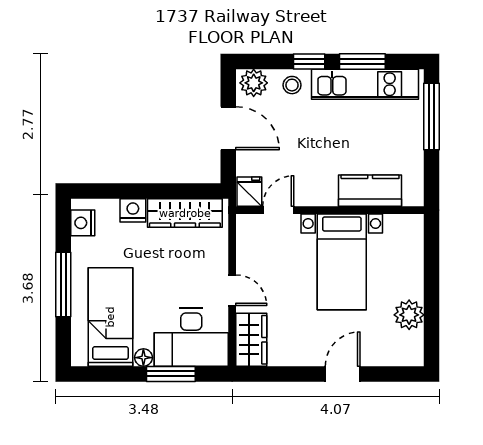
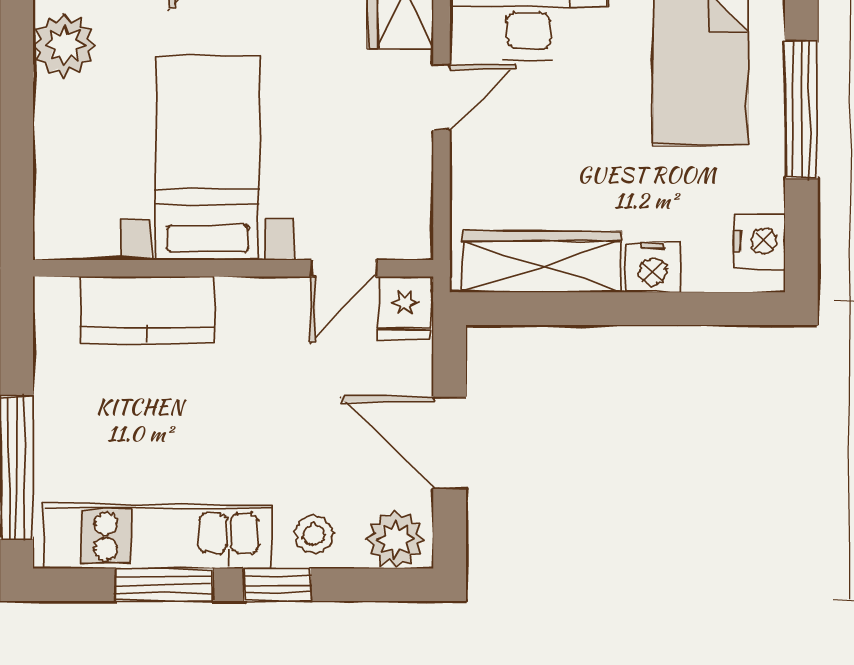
door: (232, 290) -> (441, 97), swing flipped

